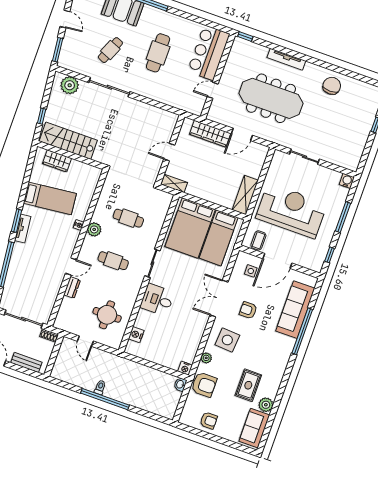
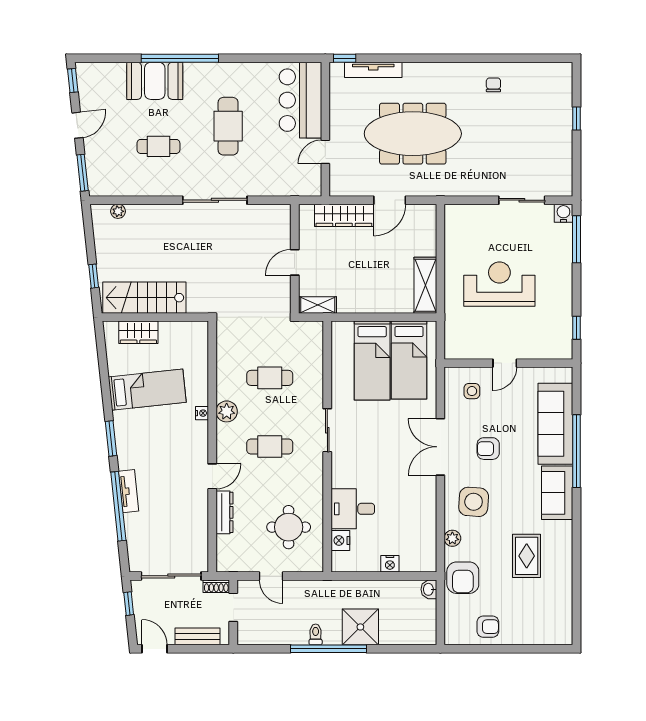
door: (65, 19) -> (78, 125), hinge flipped
cafe table: (110, 50) -> (158, 146), turned 67
tv unit: (286, 59) -> (373, 70), moved
plant: (70, 85) -> (118, 211), width x0.53, depth x0.53
chair: (332, 86) -> (493, 85), width x0.54, depth x0.54
sliding door: (109, 87) -> (215, 200), moved
sliding door: (304, 157) -> (522, 200), moved
reception desk: (291, 211) -> (499, 284), width x0.74, depth x0.77
window: (343, 217) -> (576, 239), moved
bed: (190, 228) -> (372, 360), width x0.67
tv unit: (23, 229) -> (129, 491), moved
coffee table: (258, 240) -> (467, 343), removed
door: (277, 261) -> (505, 363), width x0.53
dresser: (72, 287) -> (224, 512), width x1.44
desk: (157, 300) -> (353, 509), moved
doorway: (55, 352) -> (233, 607), added
nightstand: (185, 368) -> (390, 564), moved
armchair: (204, 385) -> (463, 578), turned 90
shower: (130, 393) -> (360, 627), added
plant: (266, 405) -> (562, 575), removed
sofa: (254, 428) -> (557, 493), moved

